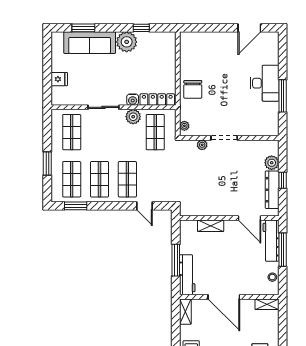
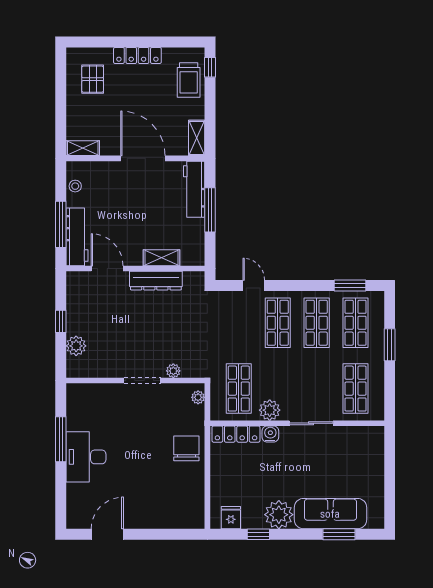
fridge: (59, 79) -> (231, 518), moved, turned 90
dresser: (272, 190) -> (156, 281), moved, turned 90

